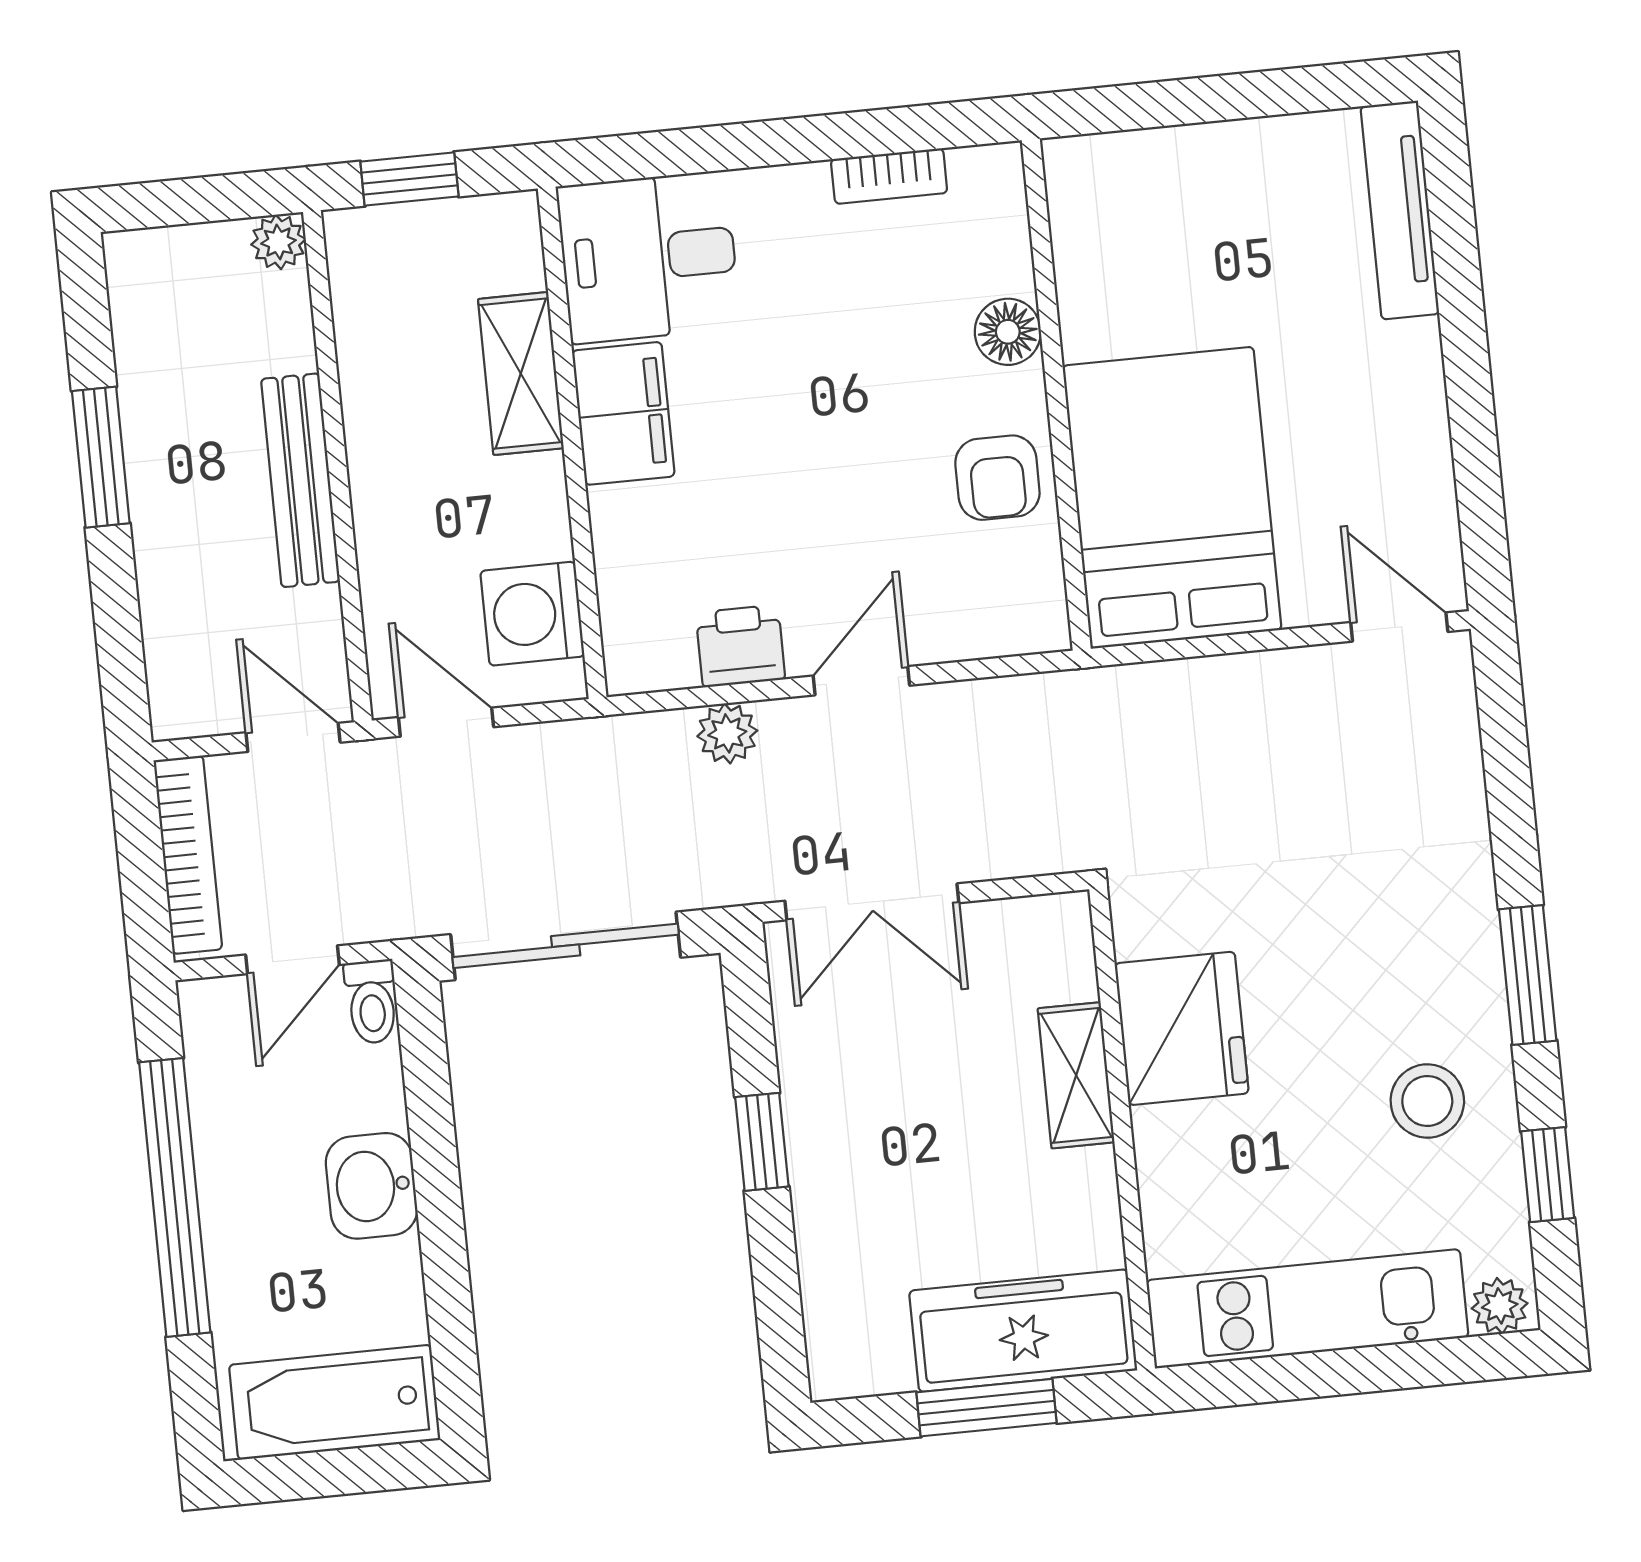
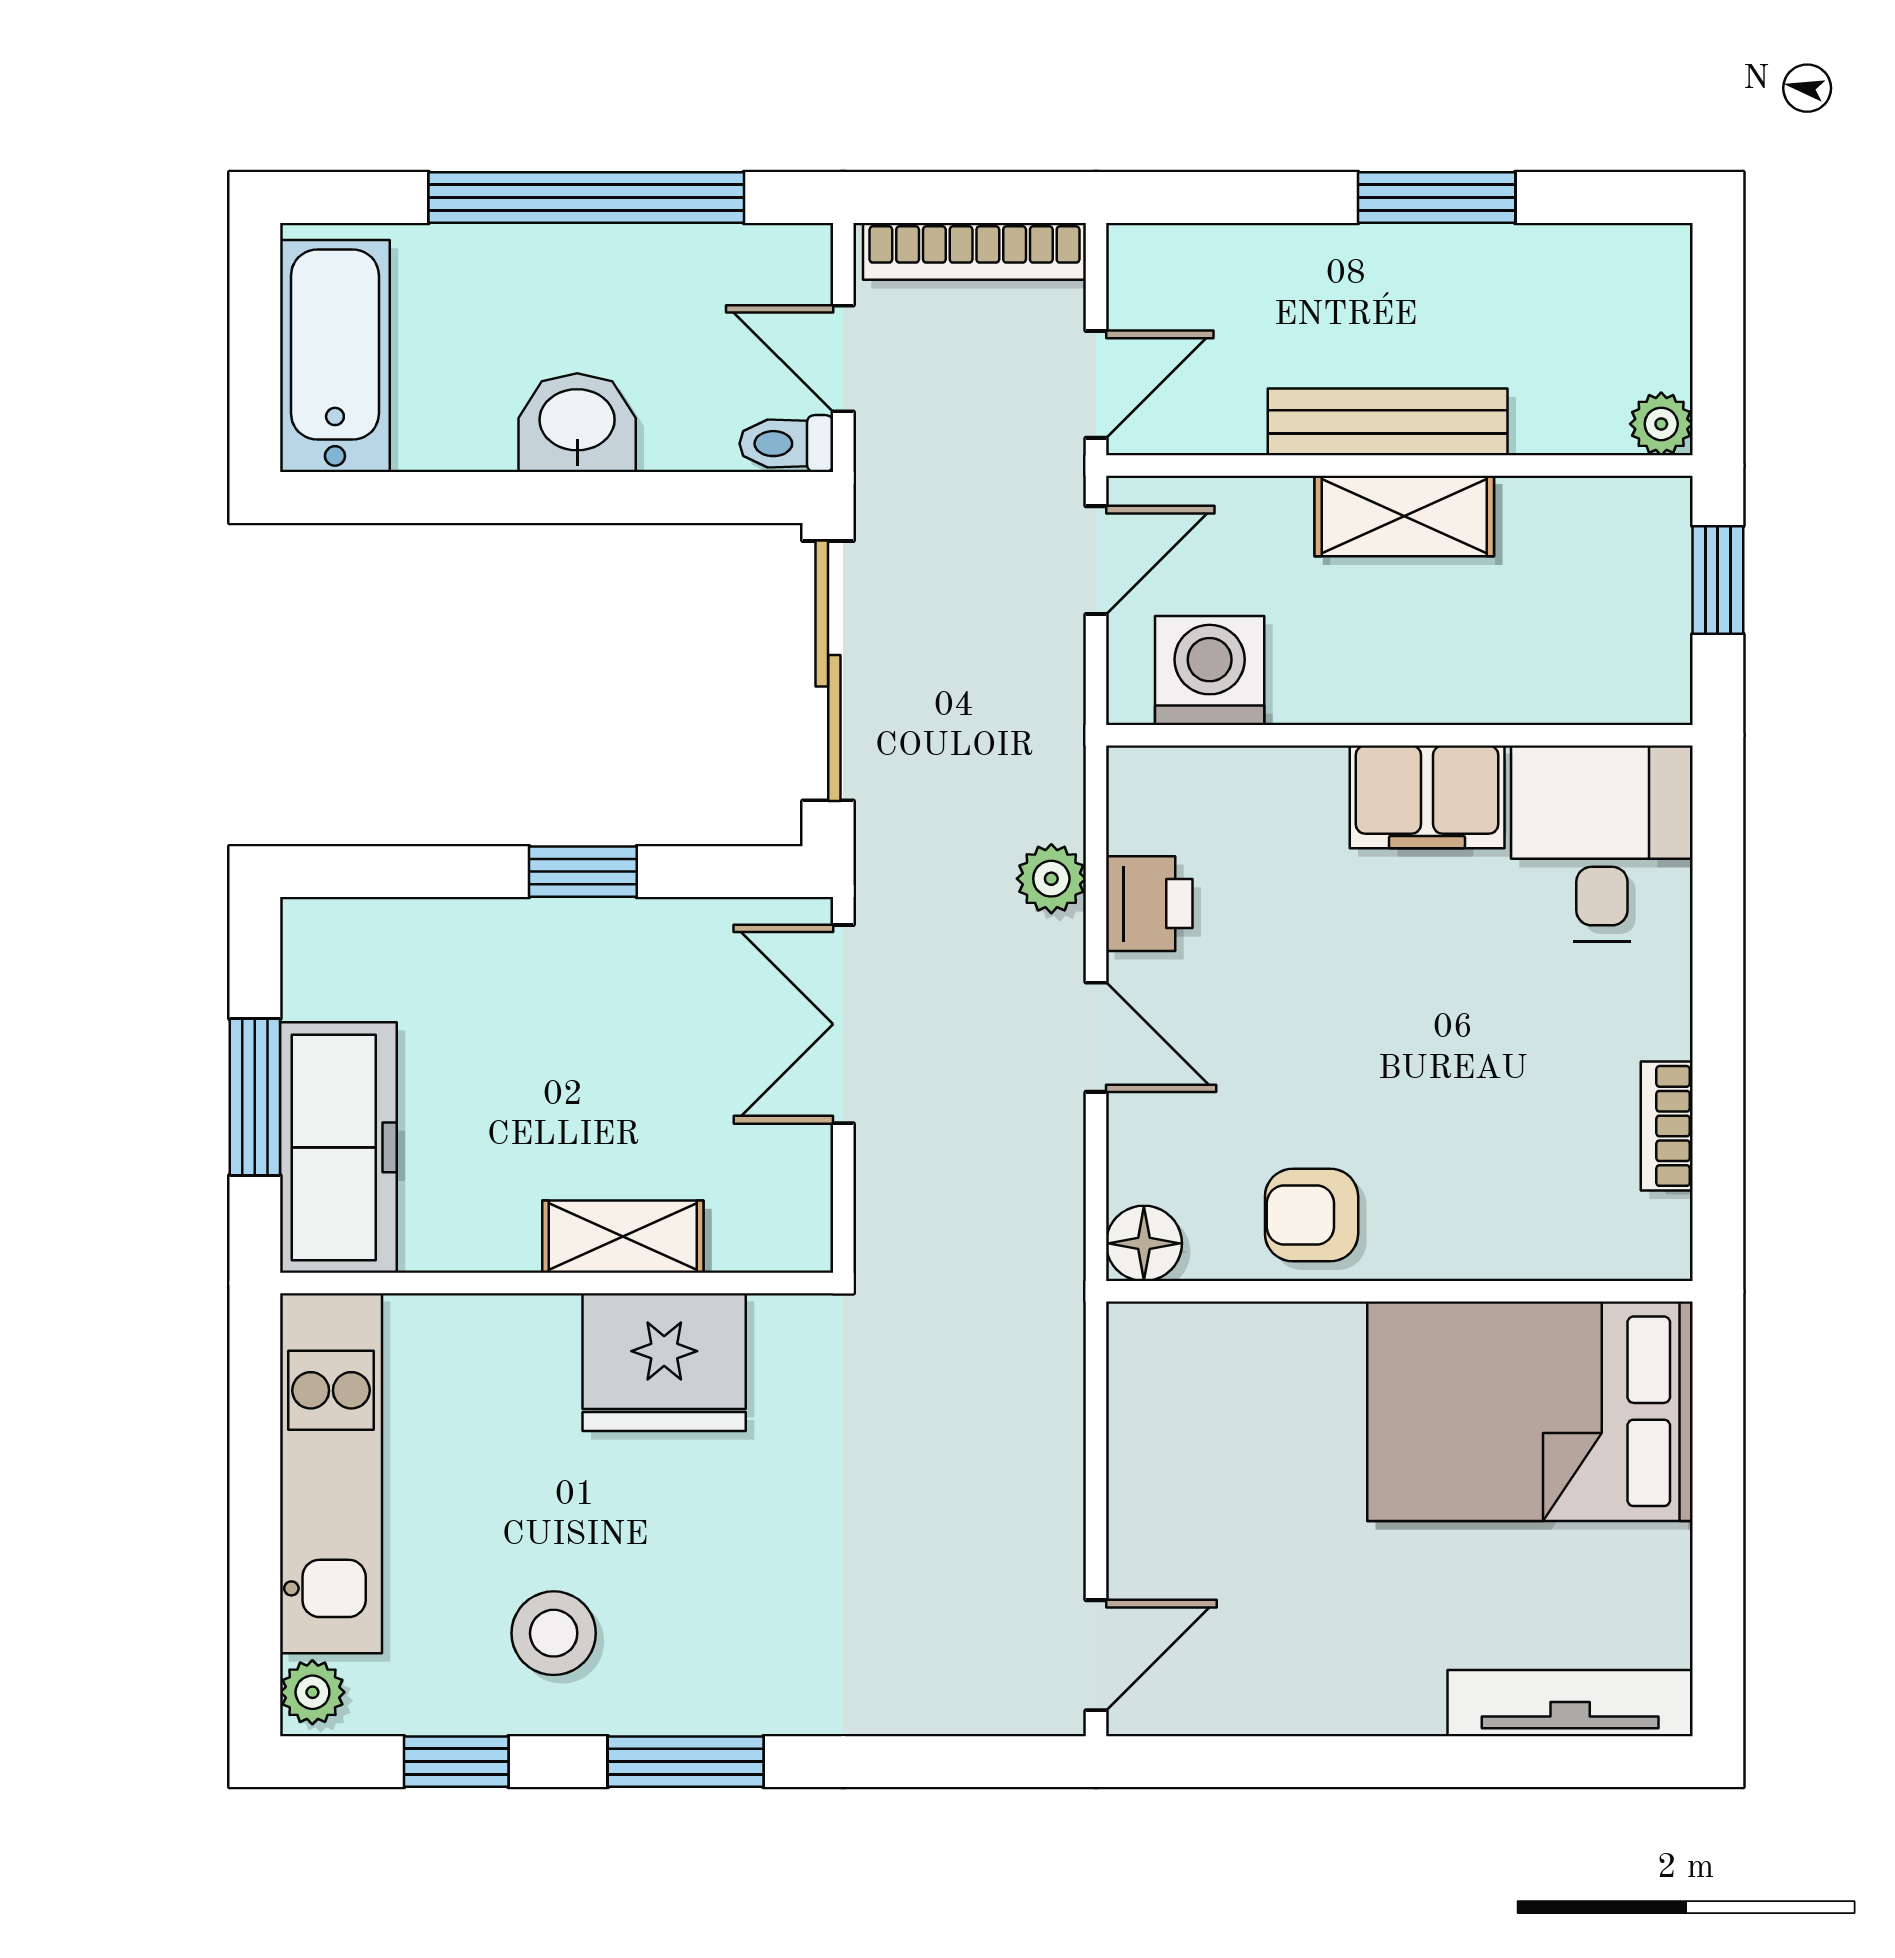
floor lamp: (1008, 332) -> (1144, 1243), moved
shelving: (521, 374) -> (1404, 516), moved
bed: (1172, 498) -> (1530, 1411), moved, turned 180

